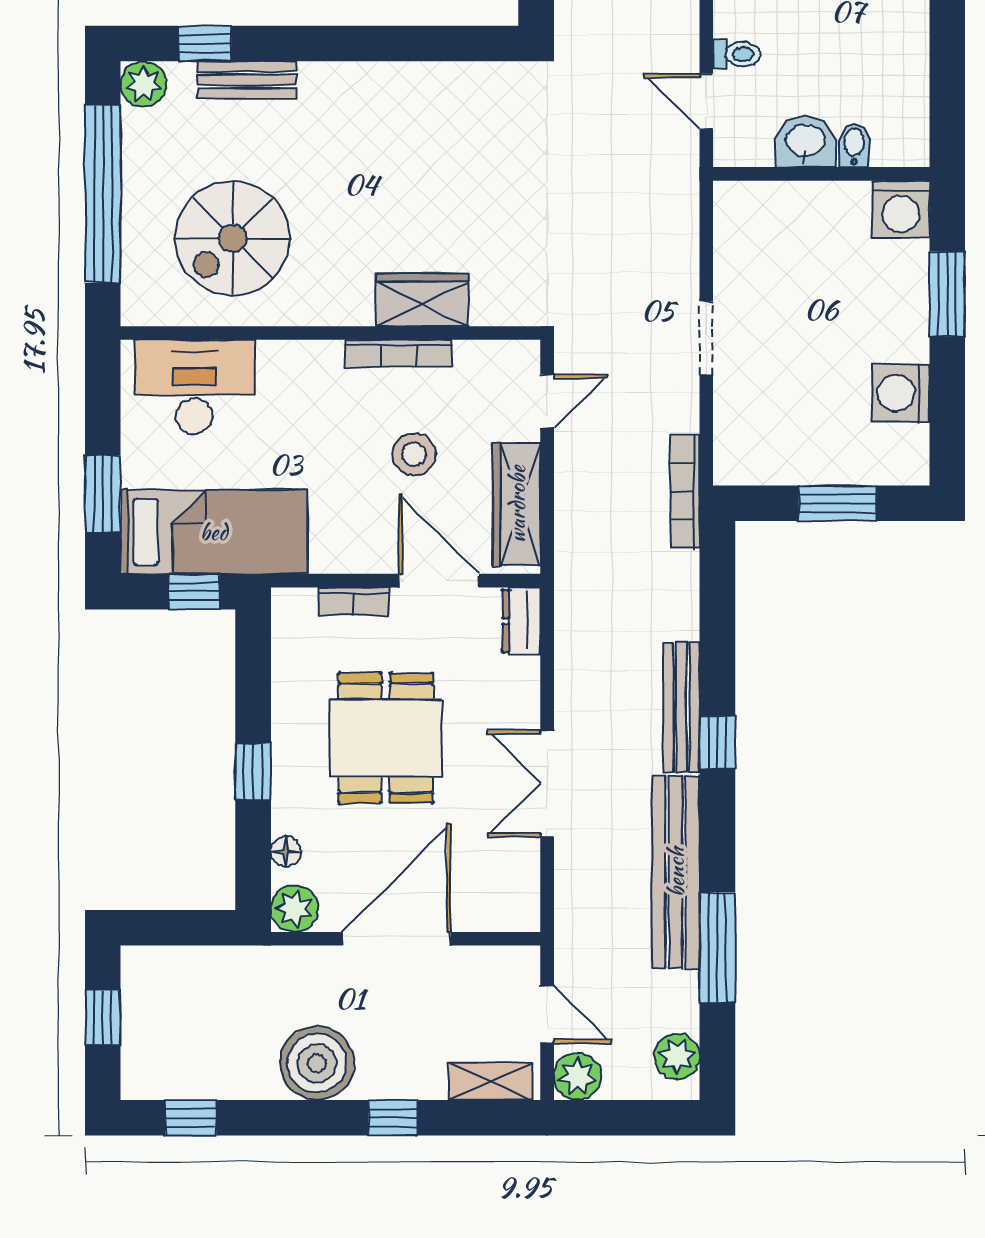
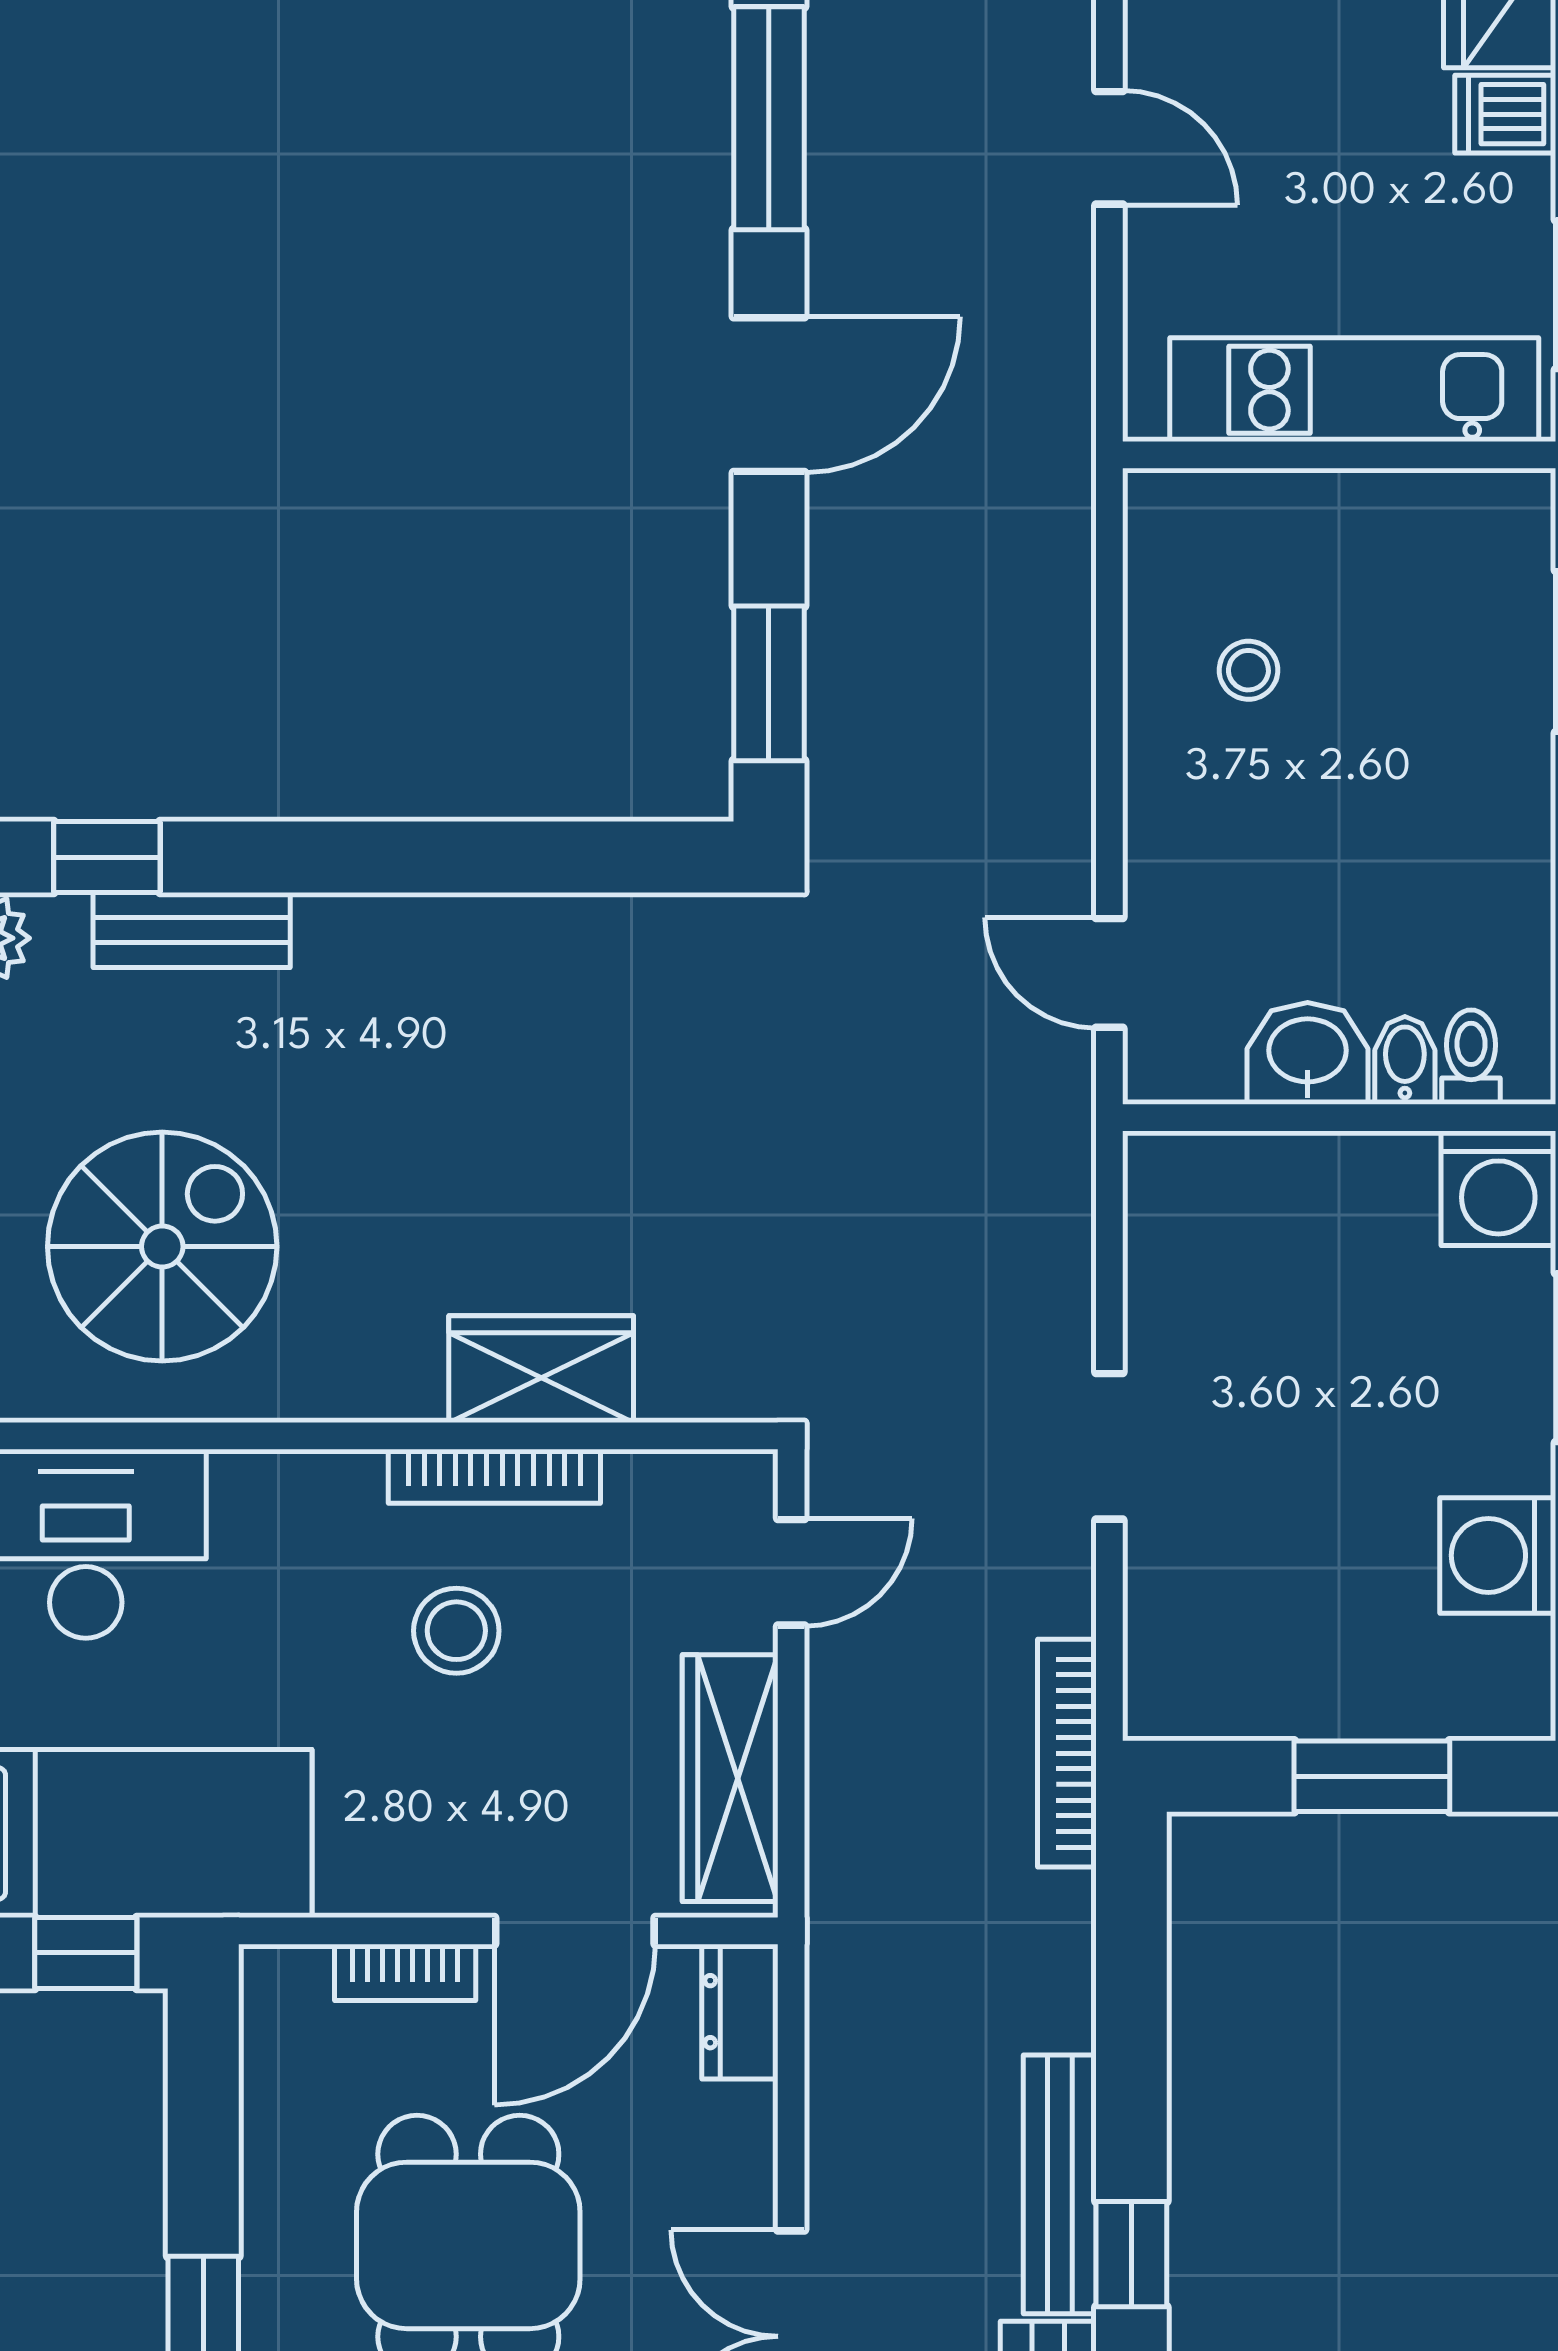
toilet: (737, 54) -> (1471, 1057), moved, turned -90
spiral stairs: (233, 238) -> (162, 1247), turned 180
stool: (414, 454) -> (456, 1631), moved
door: (439, 581) -> (575, 1931), swing flipped

